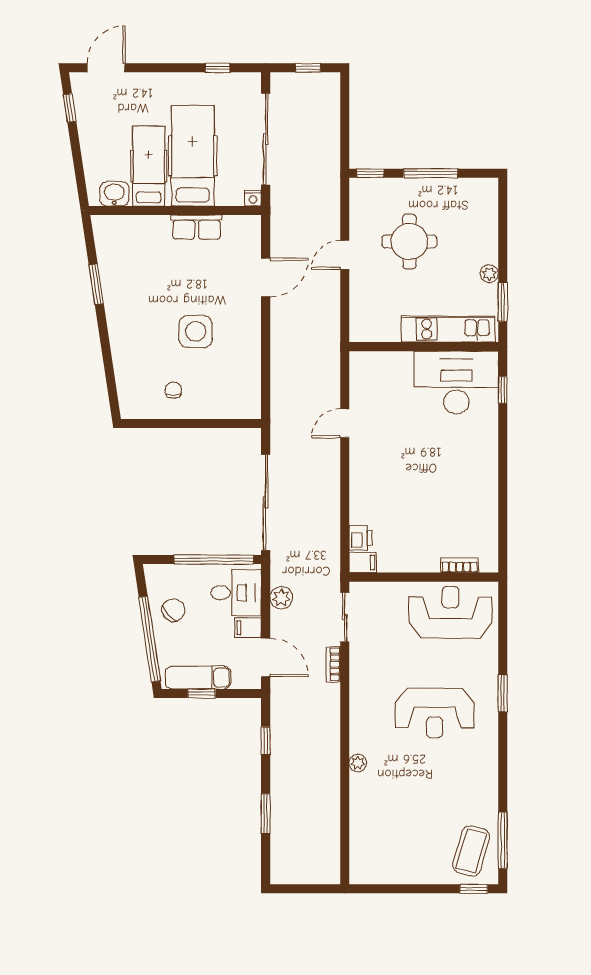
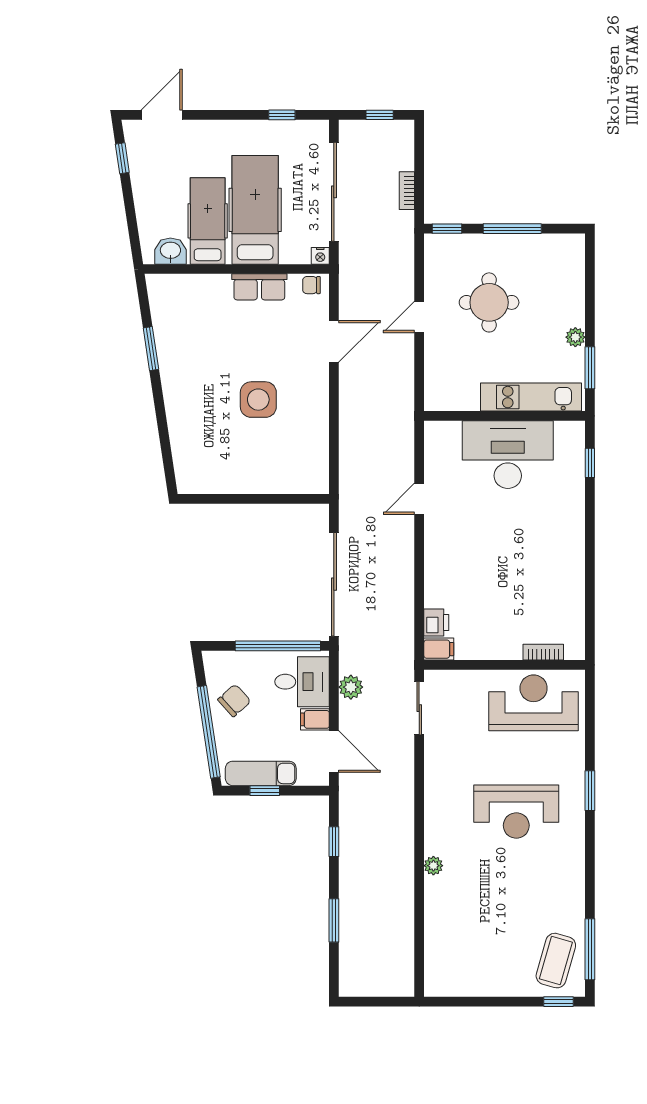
desk: (456, 382) -> (508, 455), moved
chair: (173, 390) -> (311, 285), moved, turned -90
bookcase: (333, 664) -> (407, 191), moved

